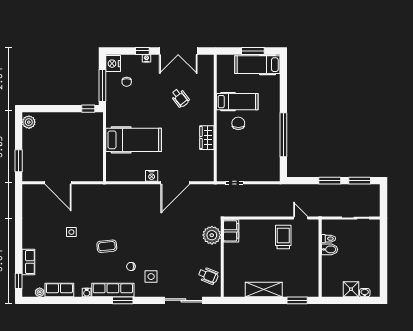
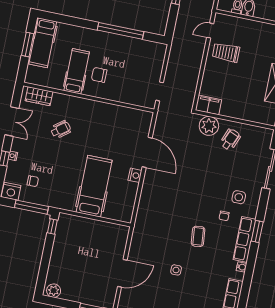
double door: (178, 51) -> (12, 122), width x0.73
wardrobe: (207, 138) -> (39, 96), moved
wheelchair: (208, 276) -> (230, 139), moved

